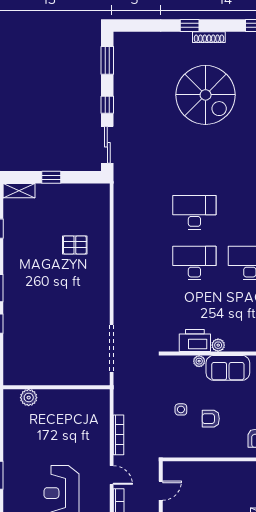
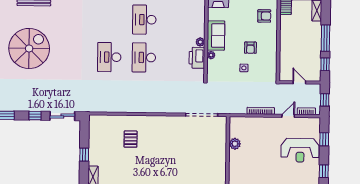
plant: (29, 398) -> (235, 144), moved

